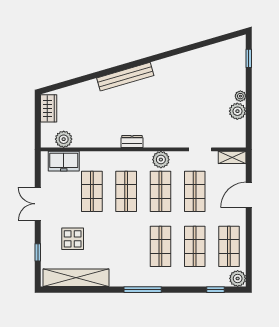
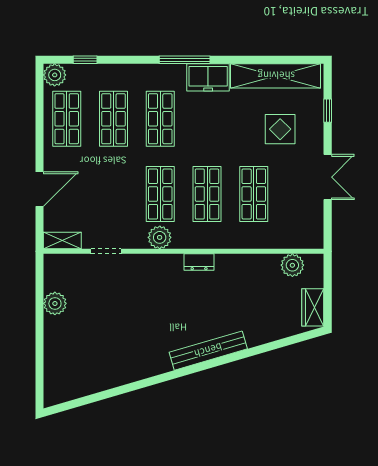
window: (249, 58) -> (40, 376), removed
plant: (240, 96) -> (51, 324), removed
freezer: (64, 161) -> (208, 77), moved, turned 180
shop shelf: (195, 191) -> (113, 194), removed

